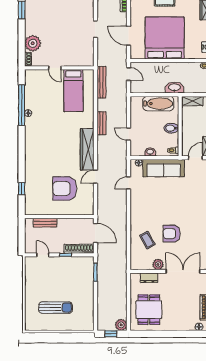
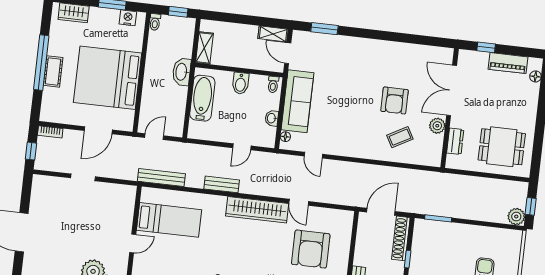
plant: (121, 325) -> (516, 217), moved

